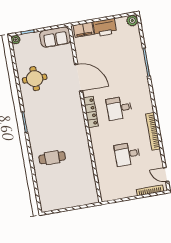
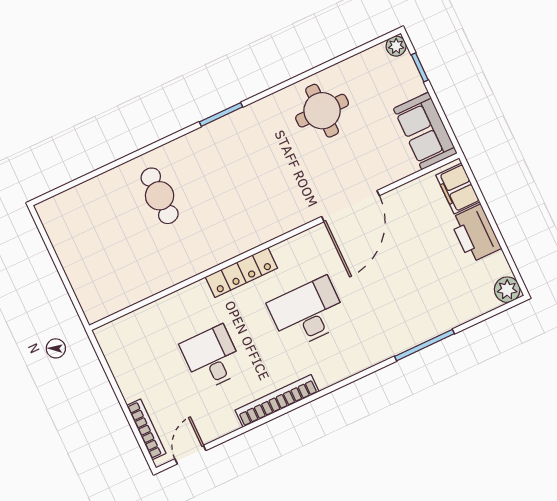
desk: (119, 108) -> (308, 313), width x1.37
locker: (91, 112) -> (241, 272), moved

